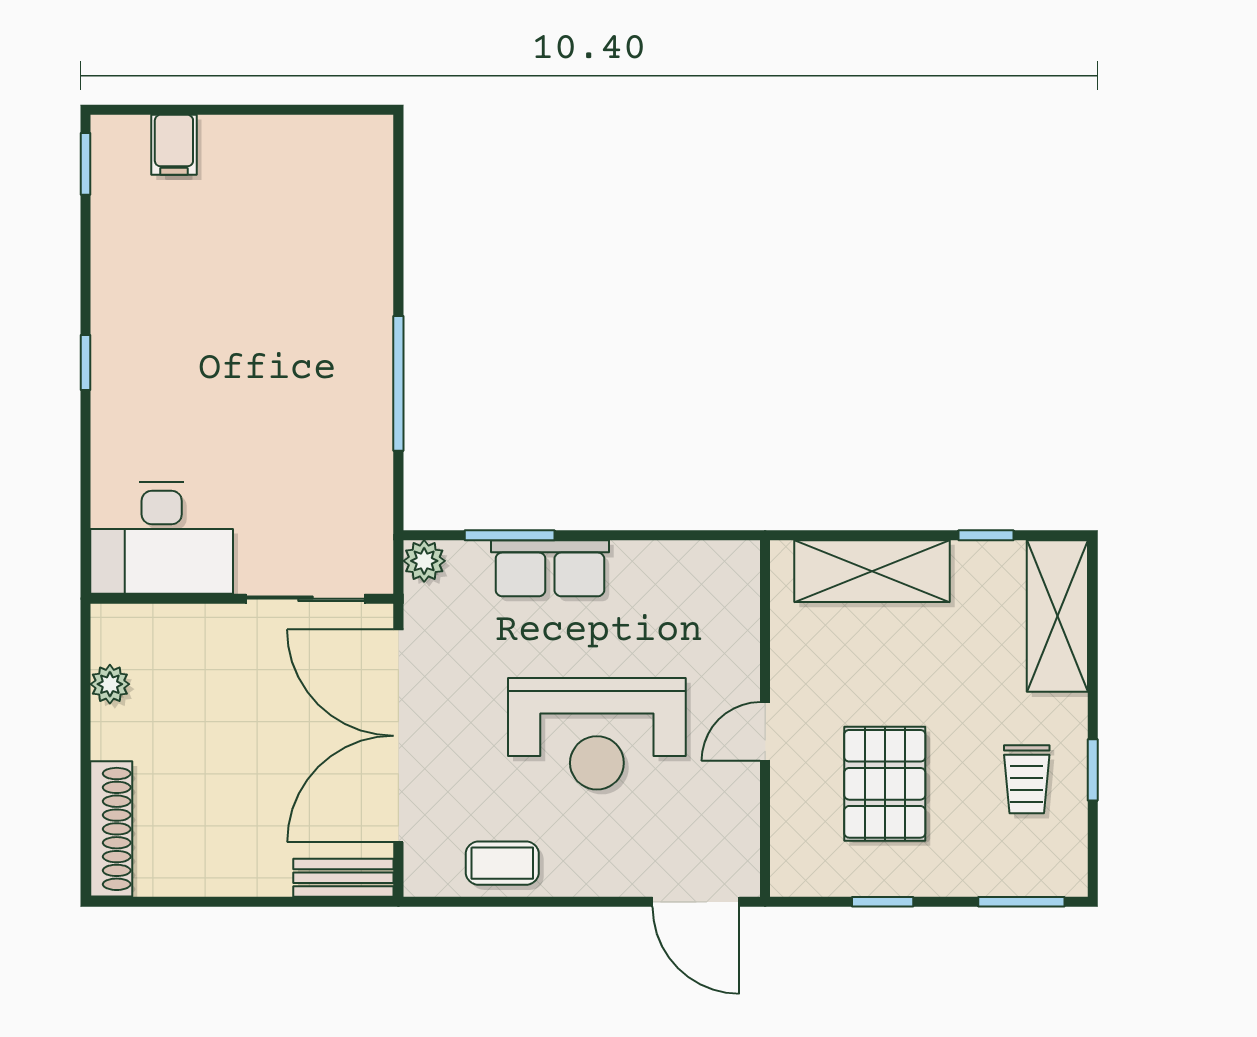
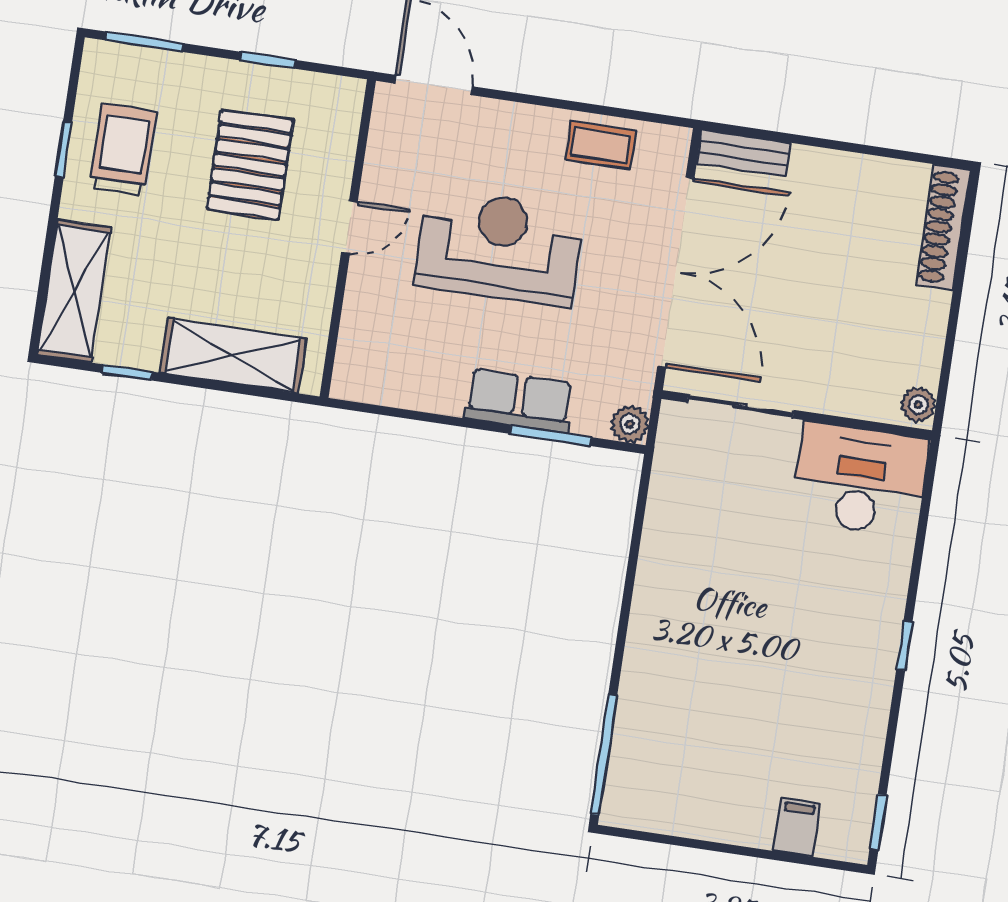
window: (398, 383) -> (604, 754), moved
plant: (110, 684) -> (918, 405), moved
trolley: (1027, 779) -> (123, 150), width x1.36, depth x1.39

